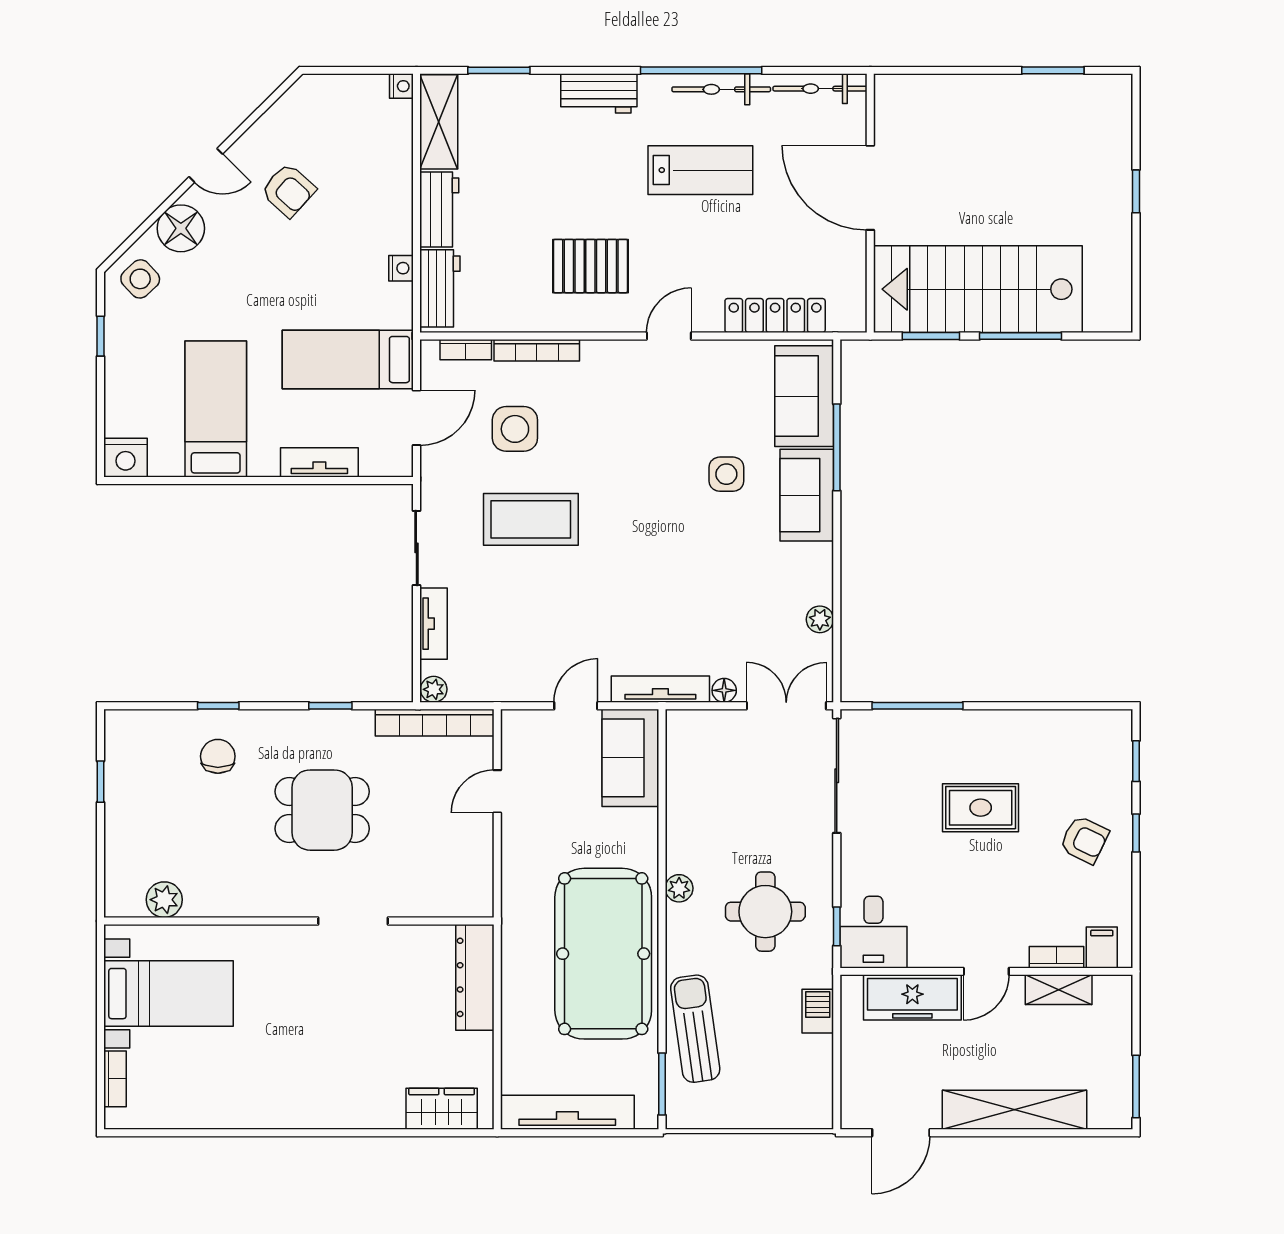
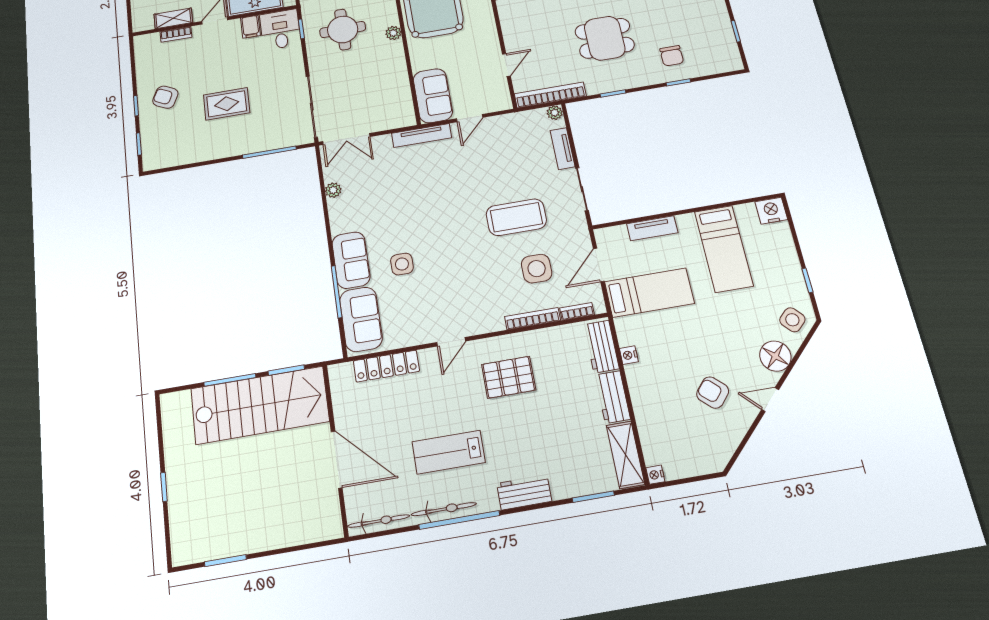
floor lamp: (724, 690) -> (384, 141), removed
filing cabinet: (1102, 947) -> (250, 27), moved

